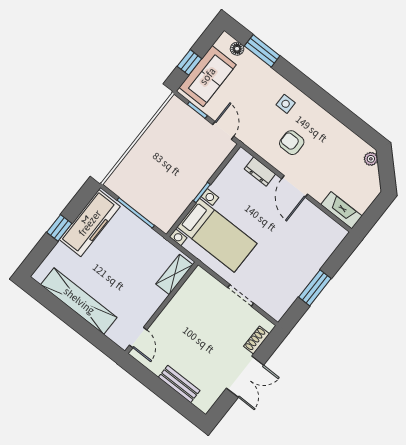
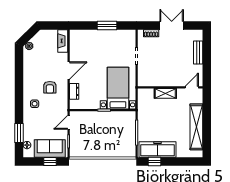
window: (59, 228) -> (155, 162), moved
shelving: (174, 274) -> (165, 93), moved

